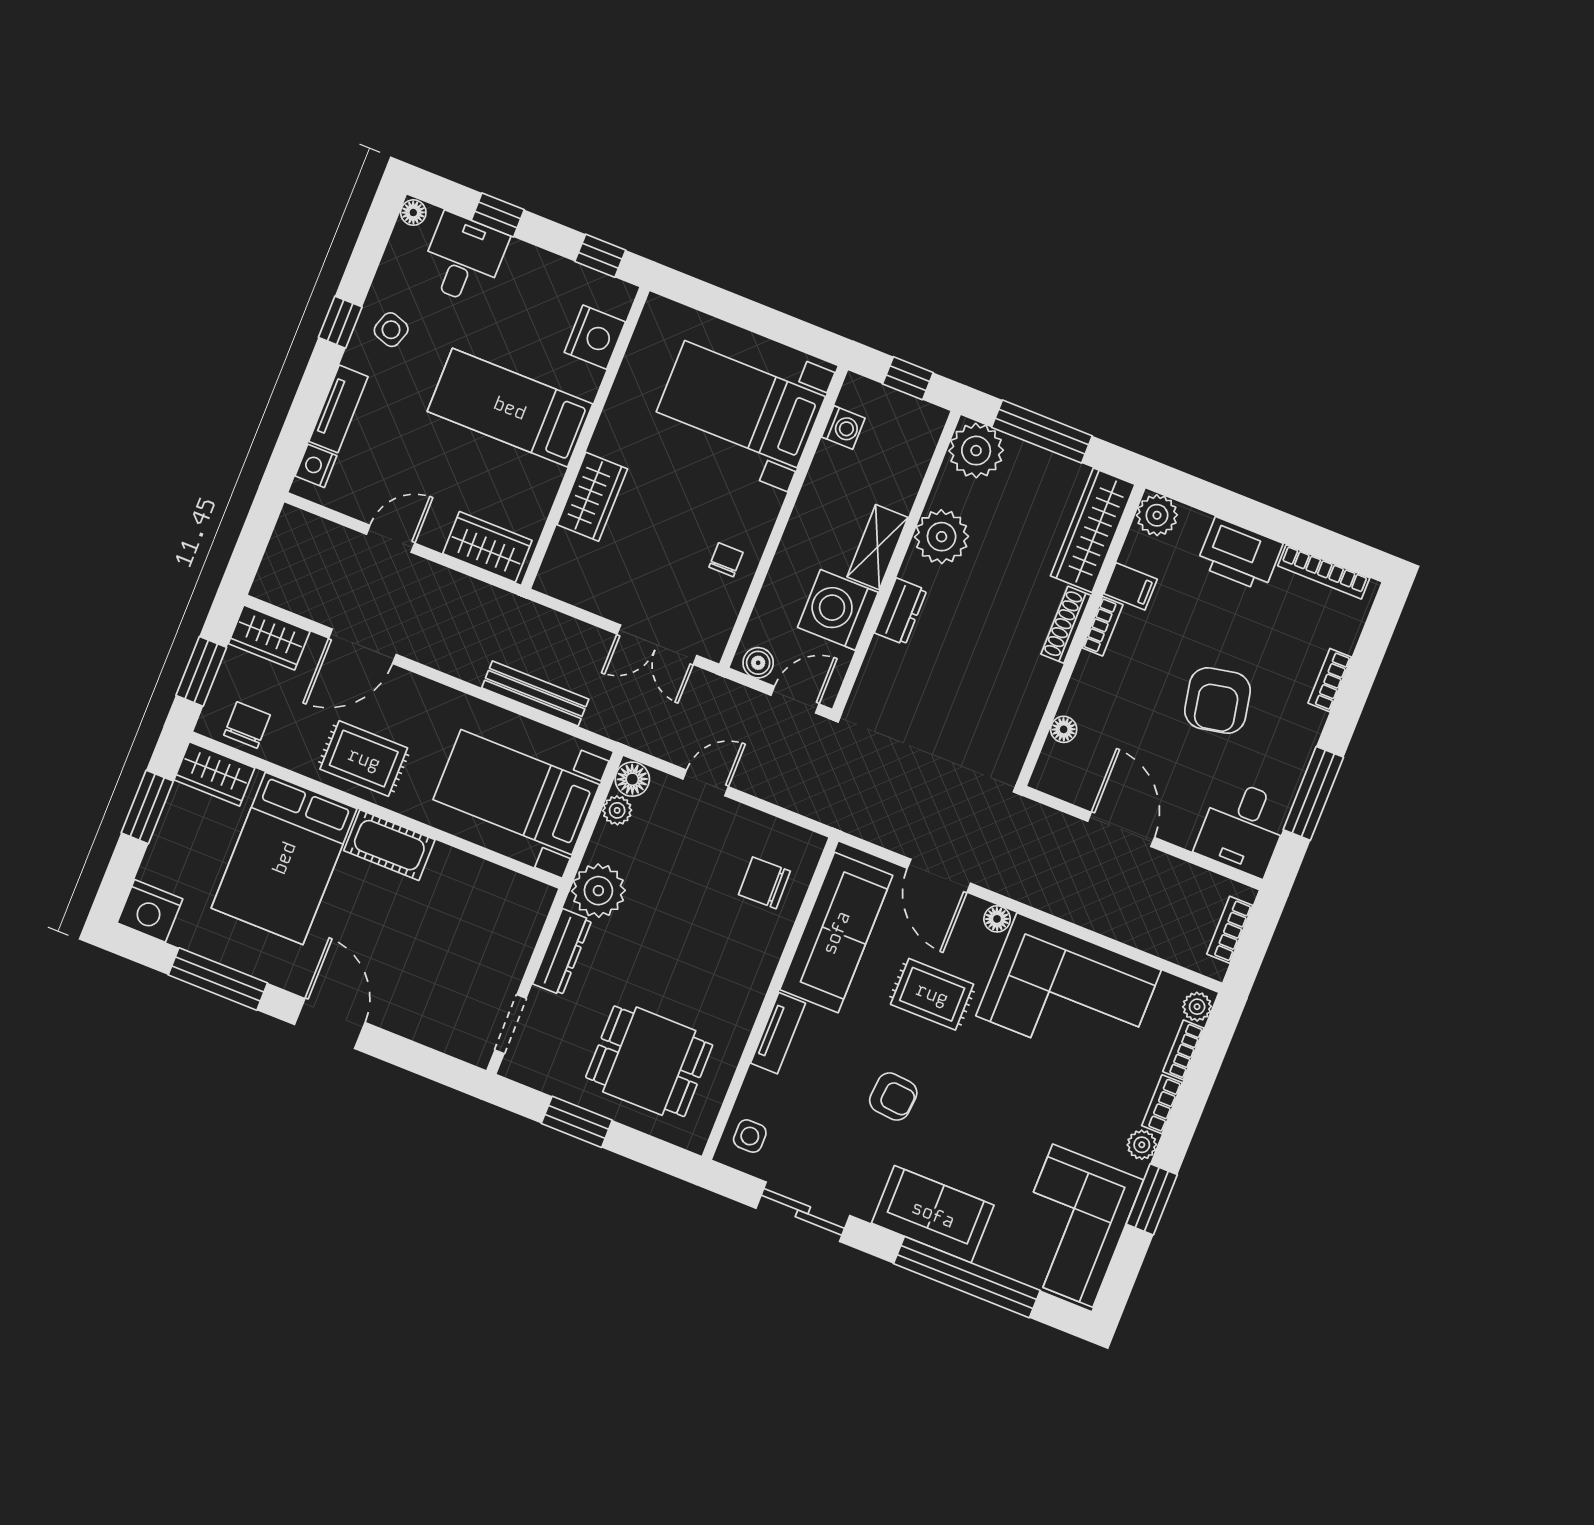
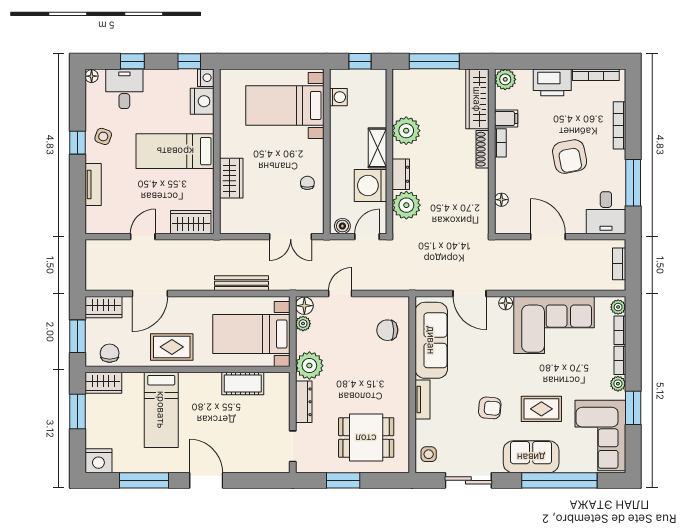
plant: (976, 451) -> (406, 205), moved
nightstand: (316, 466) -> (206, 78), moved, turned 180
bookcase: (1330, 680) -> (619, 125), width x1.56
cot: (389, 845) -> (243, 384), moved
bed: (284, 858) -> (161, 410), width x0.67
rug: (932, 994) -> (541, 409), moved

